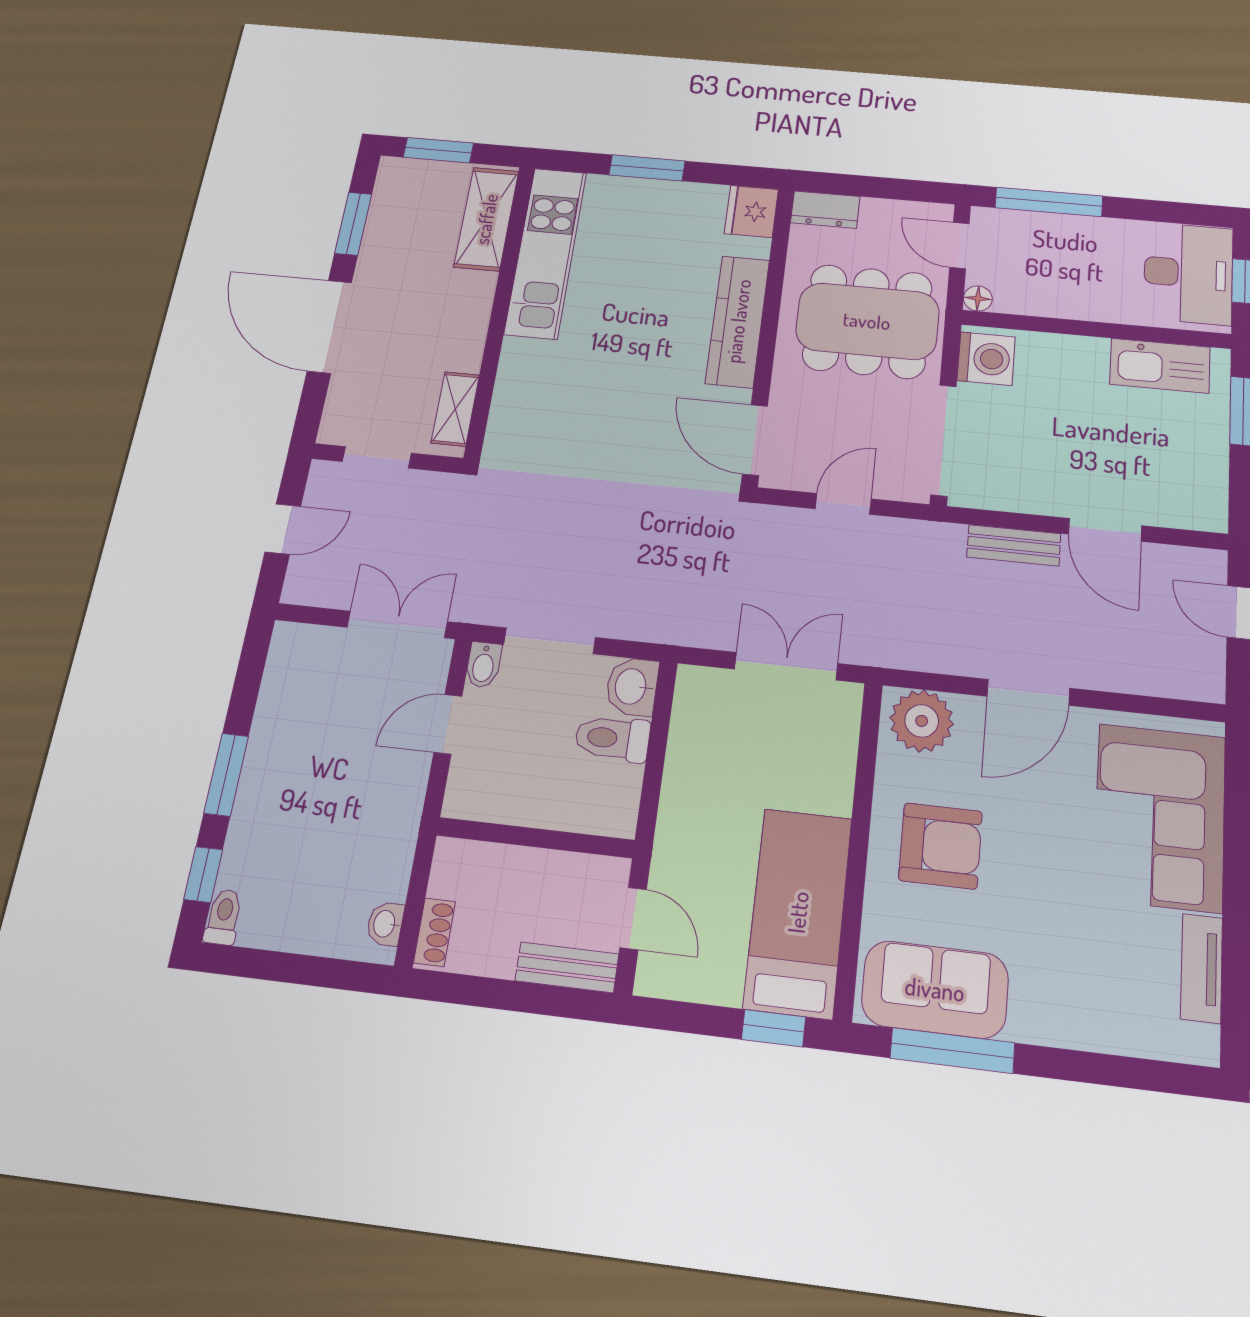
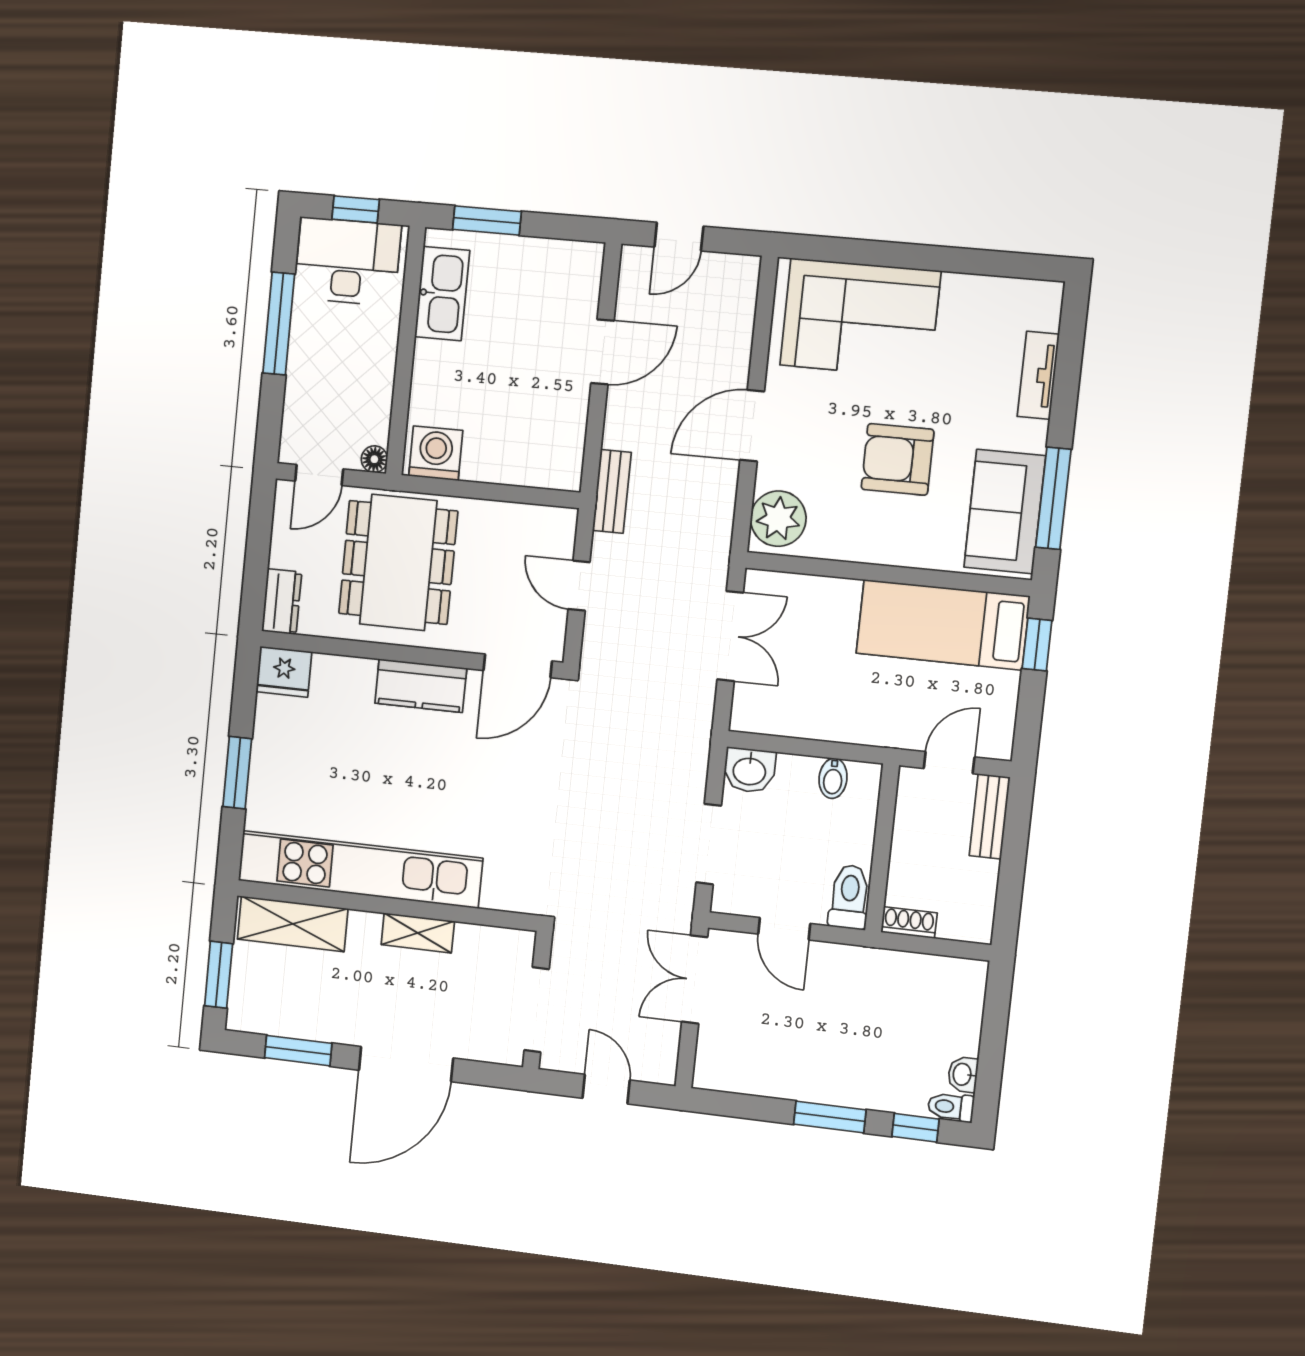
window: (1049, 202) -> (279, 324), moved
kitchen unit: (546, 252) -> (360, 869), width x1.36
kitchen counter: (738, 321) -> (421, 686), width x0.67
shelving: (455, 409) -> (418, 933), moved
doorway: (944, 440) -> (517, 494), removed
doorway: (377, 457) -> (537, 1010), width x1.38
bench: (1014, 545) -> (612, 491), moved
bidet: (483, 665) -> (833, 778), moved, turned 90
double door: (786, 666) -> (730, 636), swing flipped
door: (1028, 692) -> (752, 426), swing flipped
toilet: (612, 738) -> (849, 897), moved, turned 180
armchair: (940, 846) -> (898, 459), moved, turned -90
washbasin: (385, 924) -> (963, 1074), moved, turned 90
shoe rack: (434, 932) -> (909, 923), moved
tv unit: (1202, 968) -> (1038, 375), moved, turned 90

